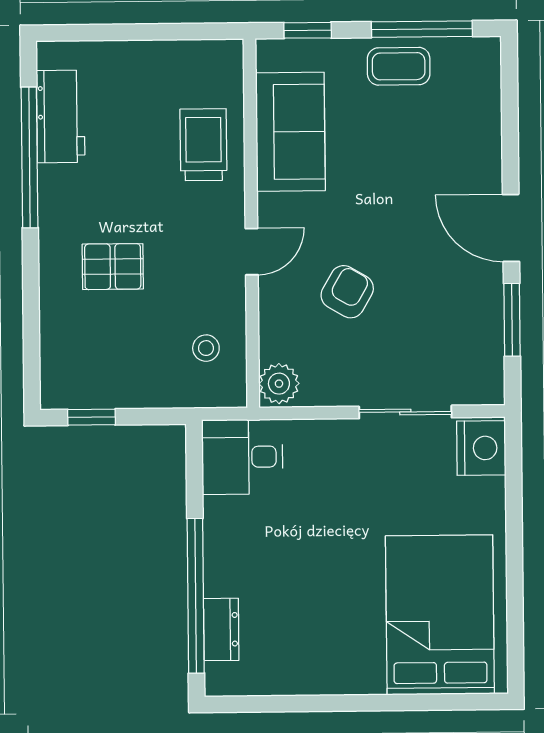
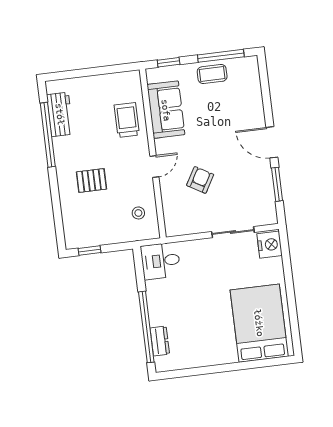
plant: (279, 384) -> (174, 226), removed

